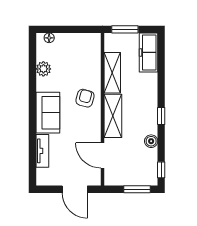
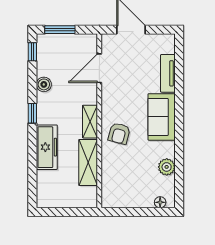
window: (125, 29) -> (74, 212), removed
freezer: (149, 52) -> (47, 147), moved
shelving: (113, 116) -> (90, 122), width x0.67, depth x0.75
door: (102, 155) -> (99, 68), swing flipped

